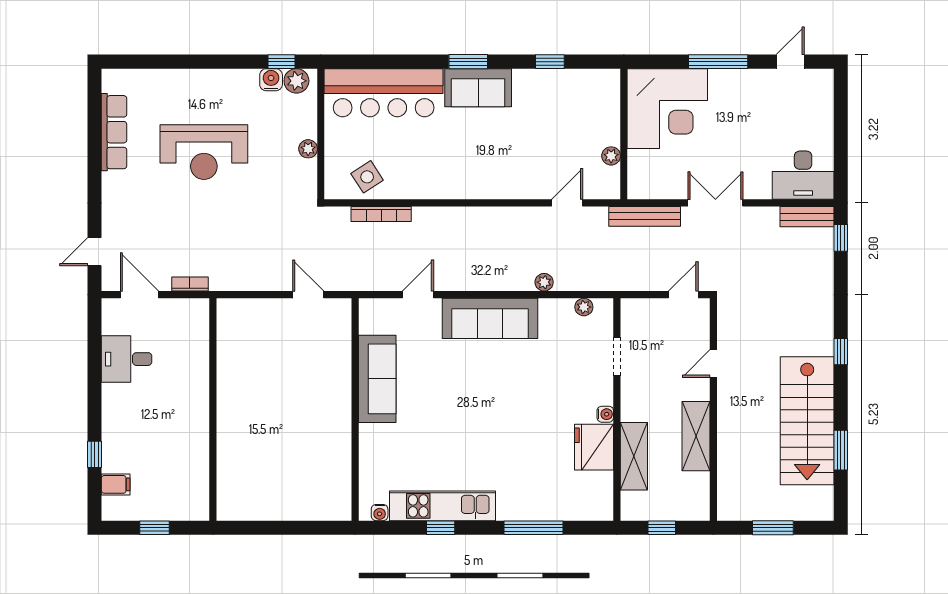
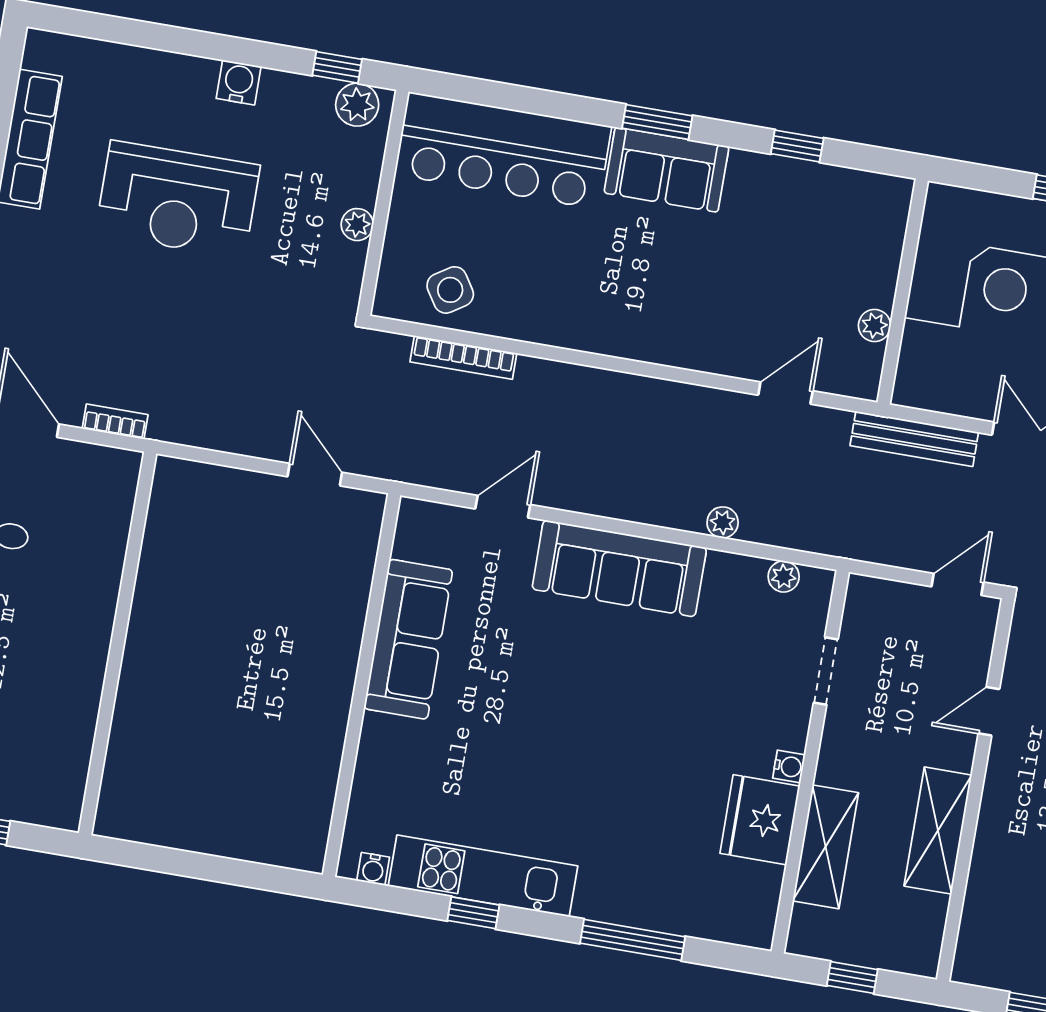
water cooler: (271, 80) -> (239, 82), moved

